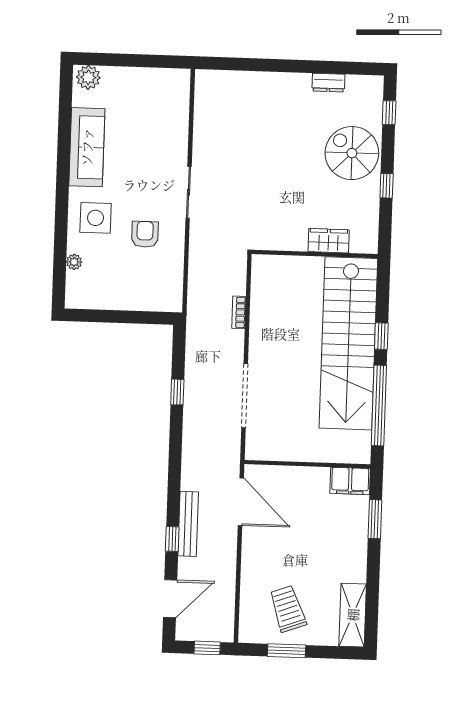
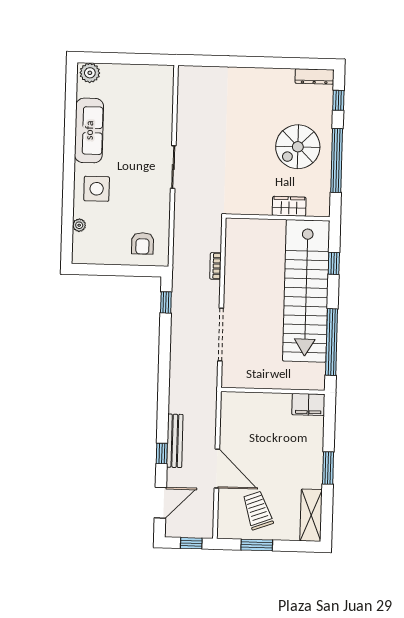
dresser: (328, 83) -> (314, 76), moved, width x1.44
spiral stairs: (352, 153) -> (298, 147), moved, turned -90
window: (387, 186) -> (337, 161), width x3.17
armchair: (145, 234) -> (143, 243), moved, turned 180
window: (381, 336) -> (334, 263), moved
window: (177, 392) -> (166, 302), moved
door: (241, 502) -> (217, 468), moved
window: (375, 519) -> (328, 468), moved

